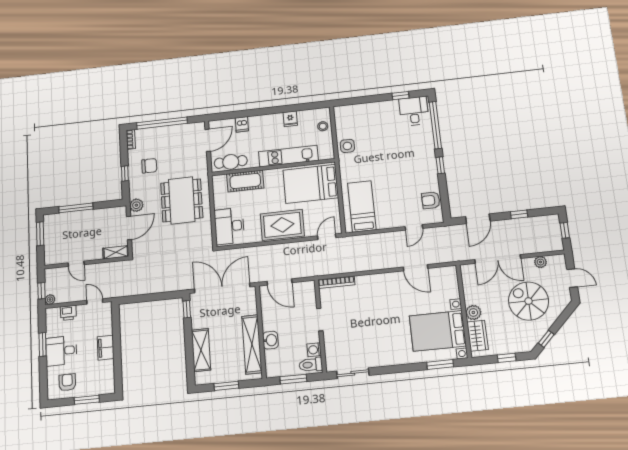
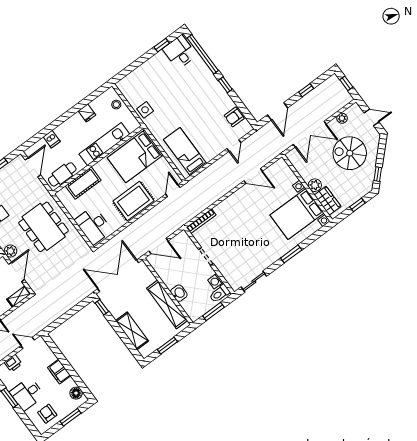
window: (440, 365) -> (291, 254), moved
floor lamp: (108, 379) -> (76, 393), added

